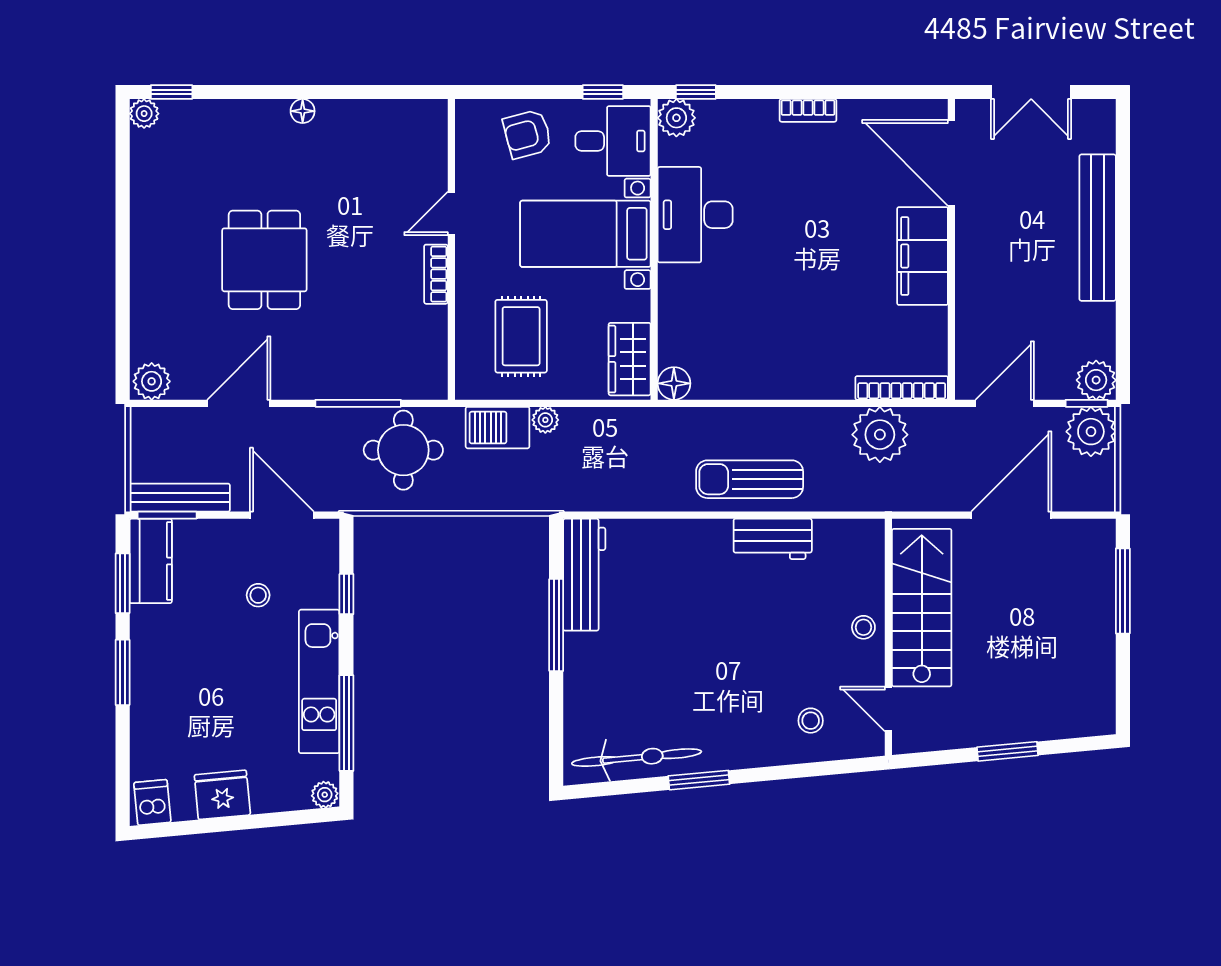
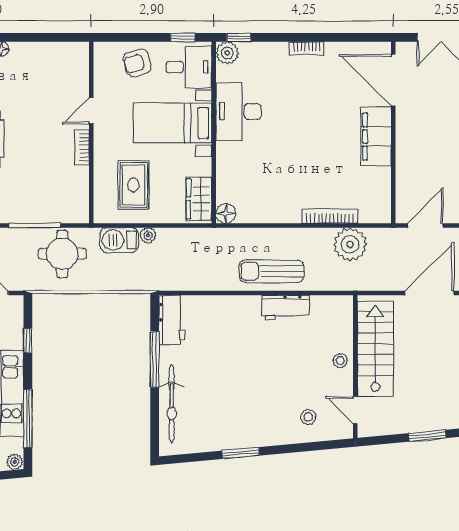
bookcase: (902, 388) -> (330, 216), moved
workbench: (584, 575) -> (172, 320), width x0.73
bicycle: (637, 758) -> (172, 404), moved, turned 95

